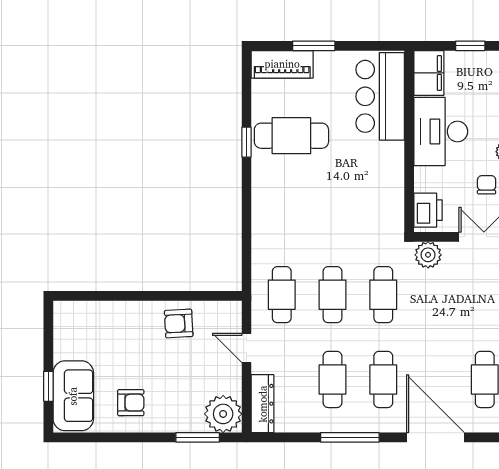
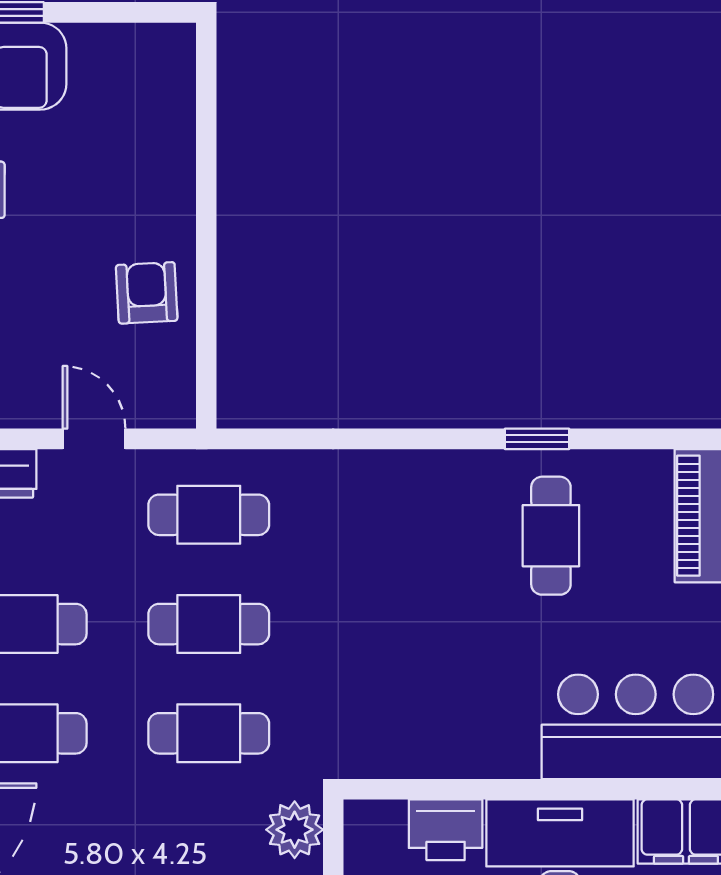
cafe table: (291, 136) -> (551, 536), width x0.73, depth x0.74
printer: (428, 210) -> (446, 830), moved
door: (246, 348) -> (94, 439), hinge flipped

